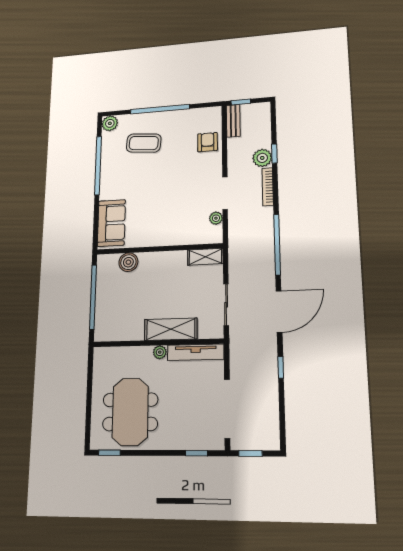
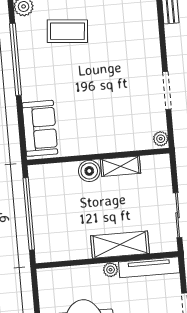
armchair: (207, 142) -> (142, 30), removed
plant: (216, 218) -> (161, 139), moved
shelving: (205, 257) -> (121, 166), moved
boiler: (128, 262) -> (89, 171), moved

